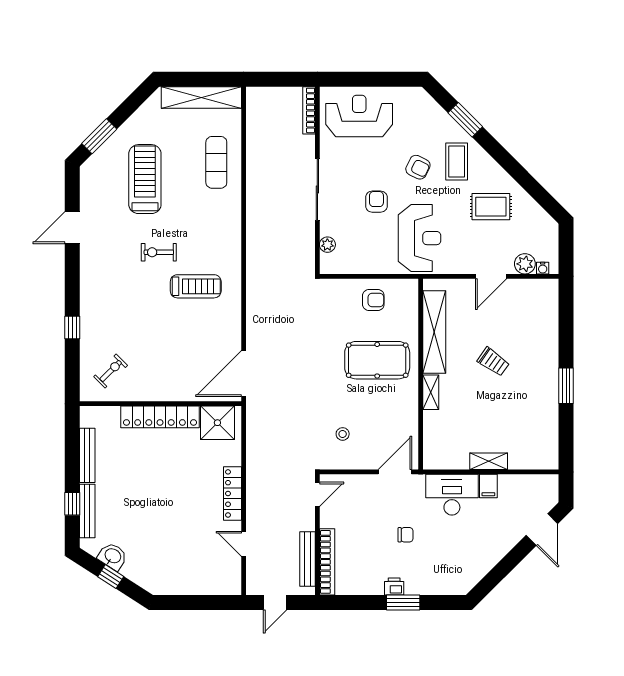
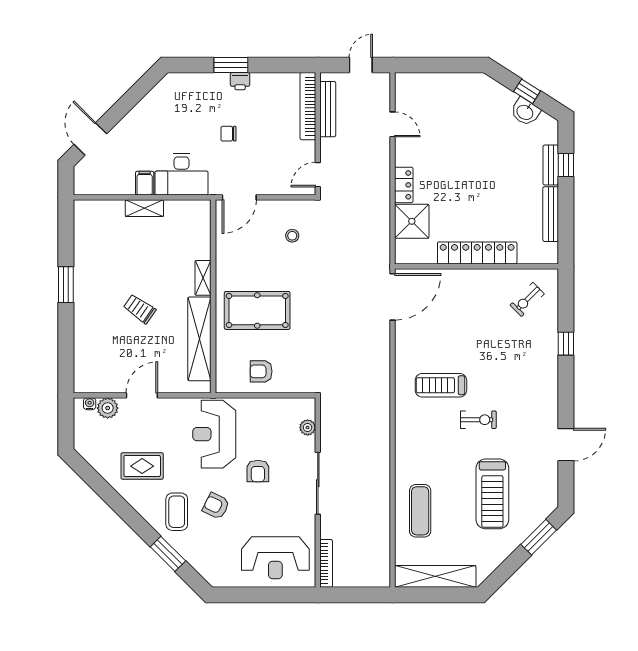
shower: (217, 423) -> (412, 221), moved
locker: (232, 493) -> (404, 185), width x0.66
bench: (87, 511) -> (551, 165), width x0.73

